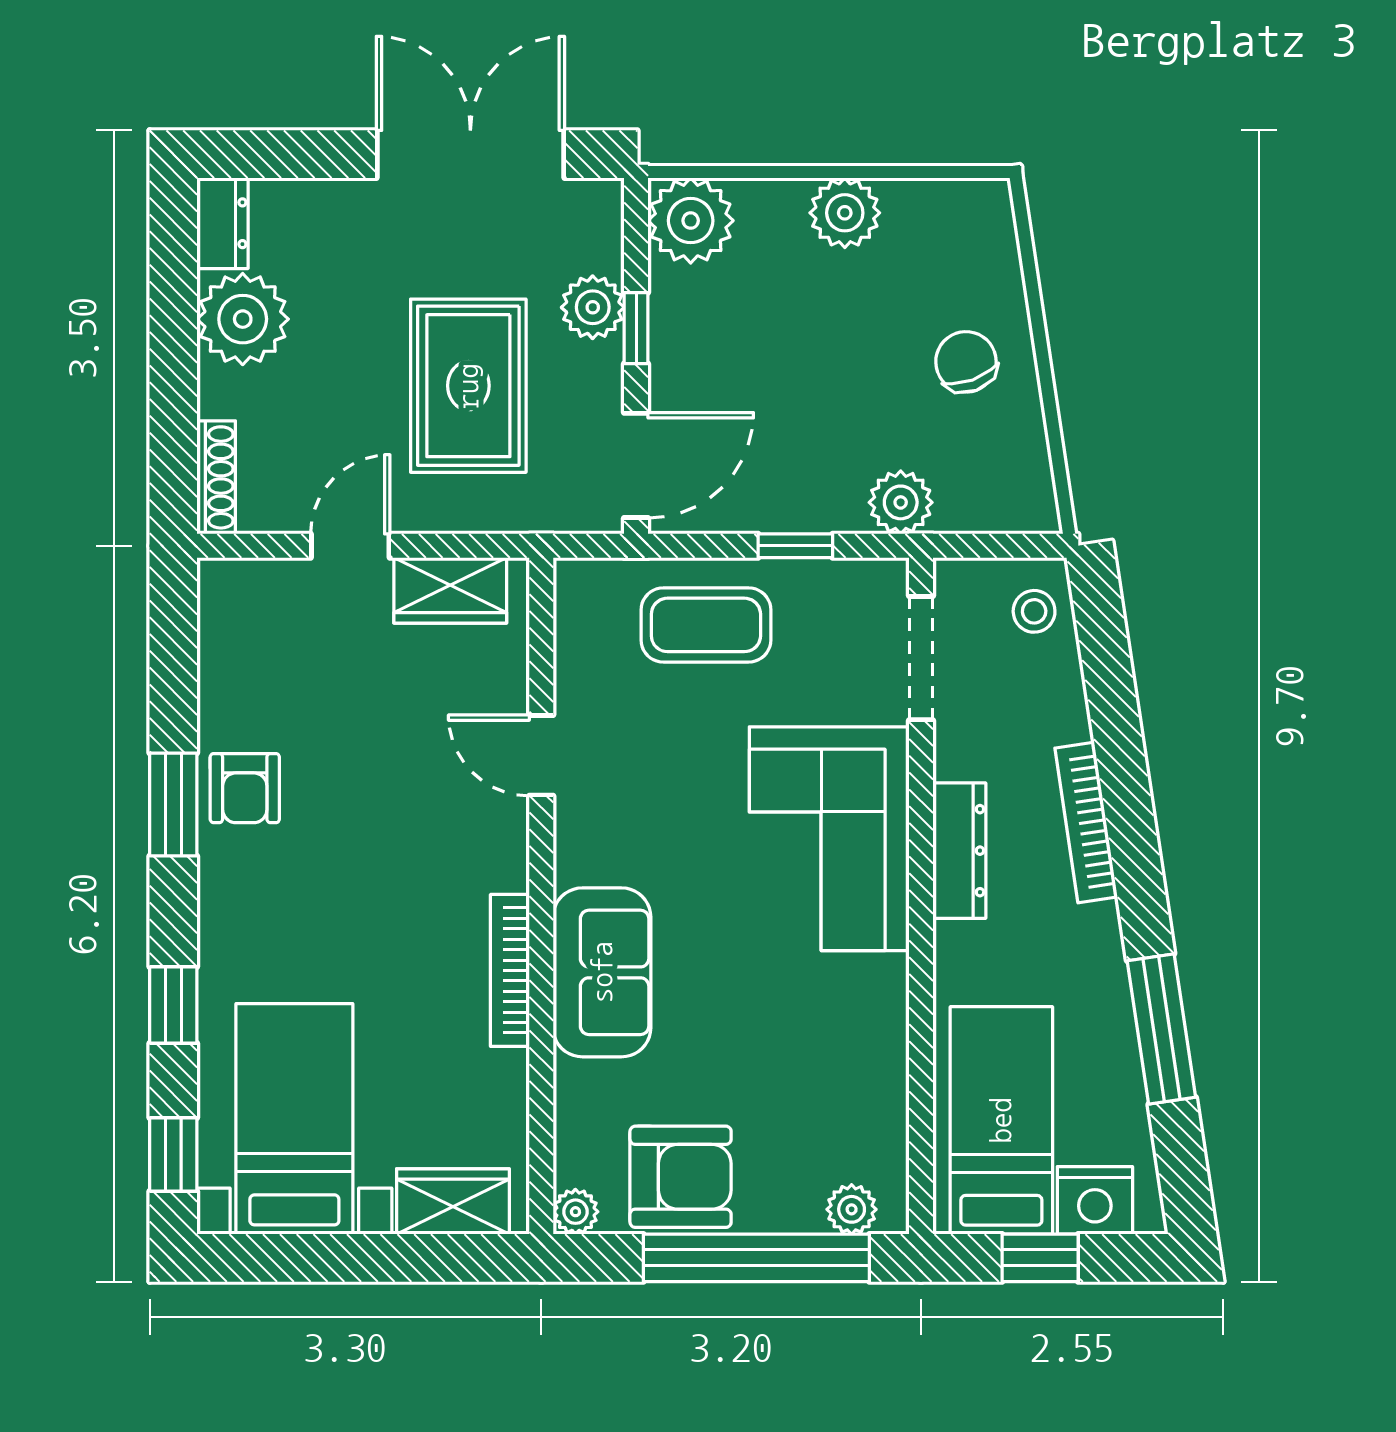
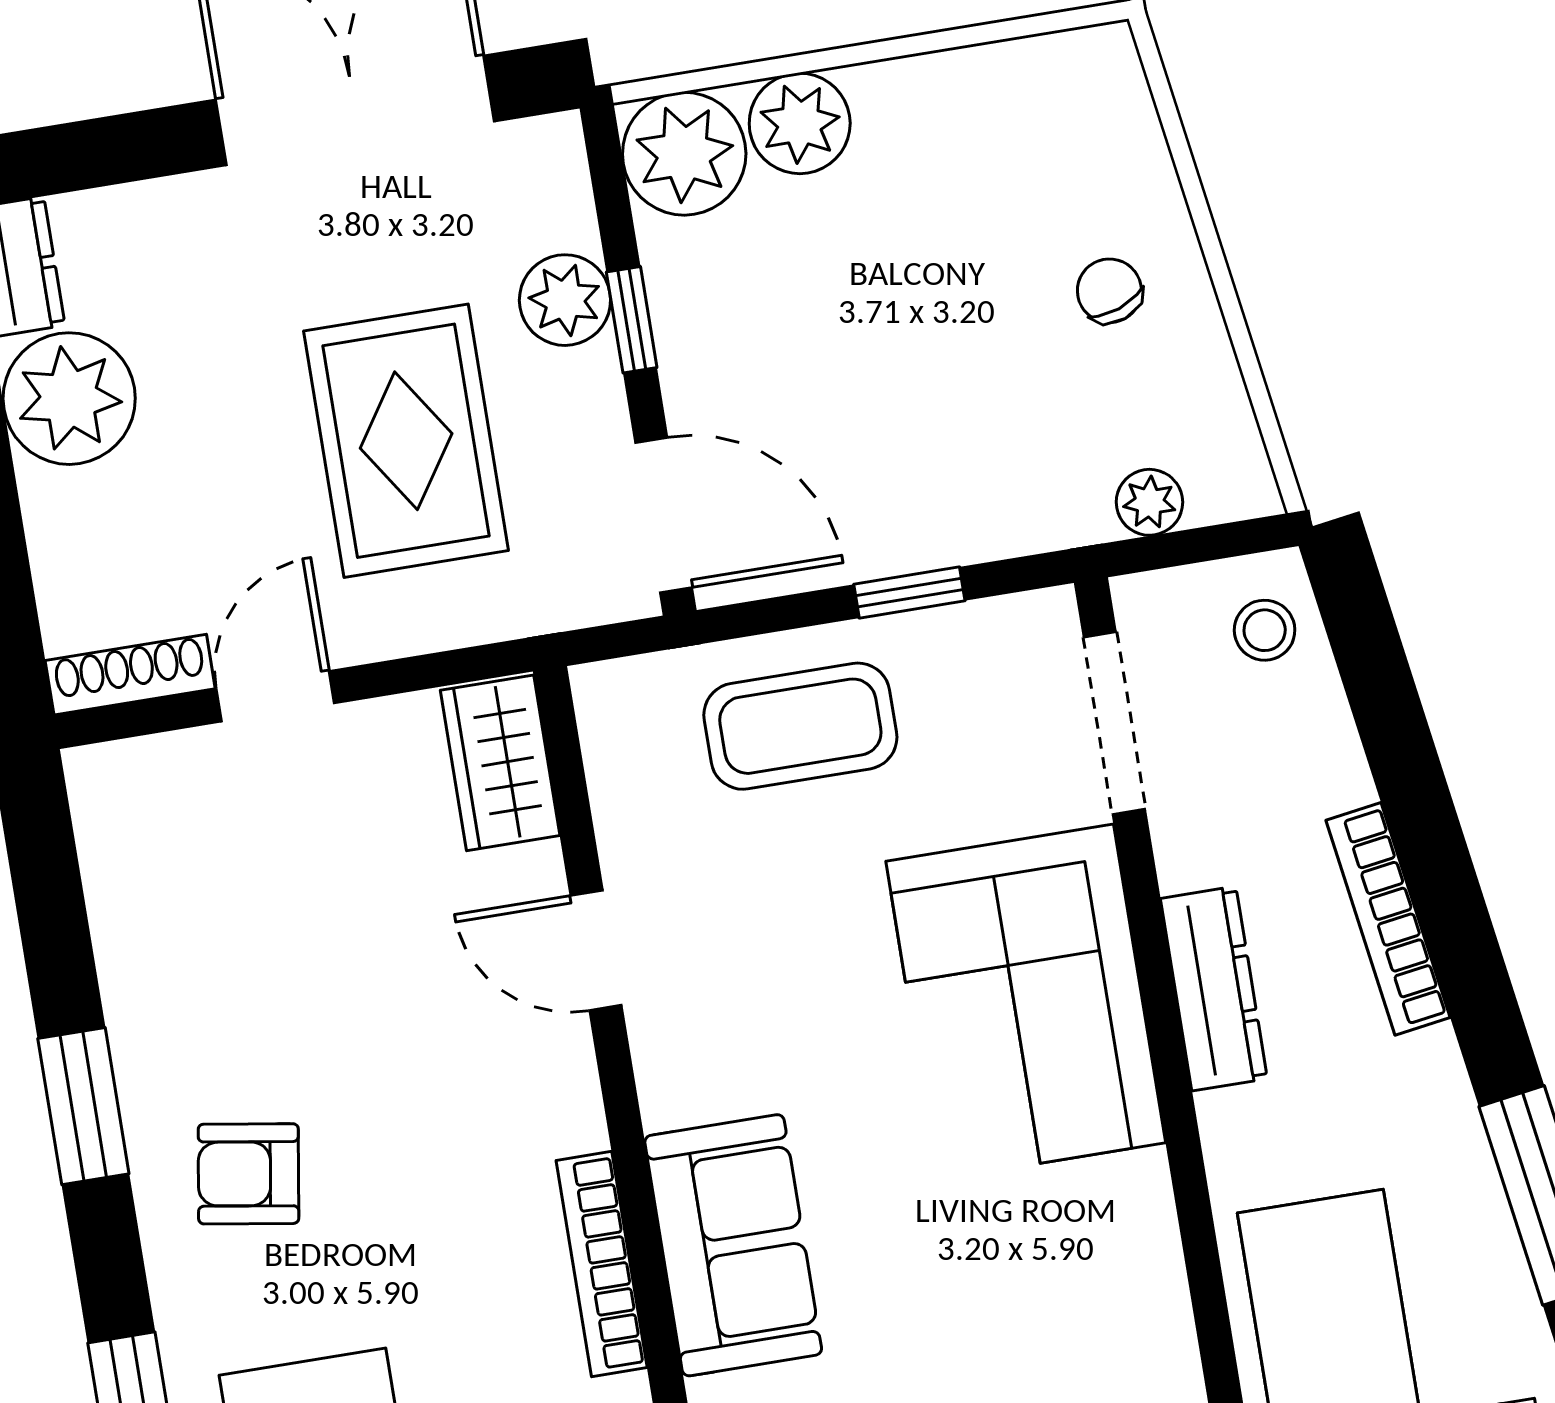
plant: (845, 213) -> (800, 123), moved
chair: (966, 362) -> (1109, 291), width x0.73, depth x0.73
door: (636, 465) -> (664, 515), hinge flipped
shoe rack: (216, 477) -> (130, 675), moved, turned -90
plant: (901, 502) -> (1149, 502), moved, width x0.73, depth x0.73
wardrobe: (450, 590) -> (500, 763), moved, turned 90
armchair: (245, 788) -> (248, 1174), moved, turned 99

